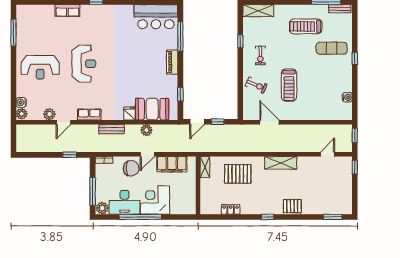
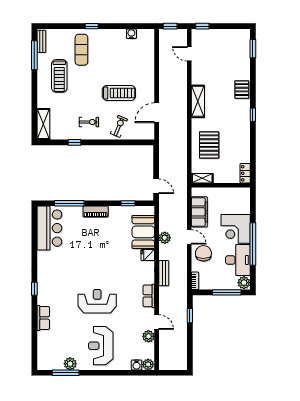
plant: (22, 37) -> (70, 364), added
reception desk: (40, 67) -> (101, 346), turned 180
window: (218, 122) -> (156, 165), removed
locker: (231, 209) -> (245, 173), moved

